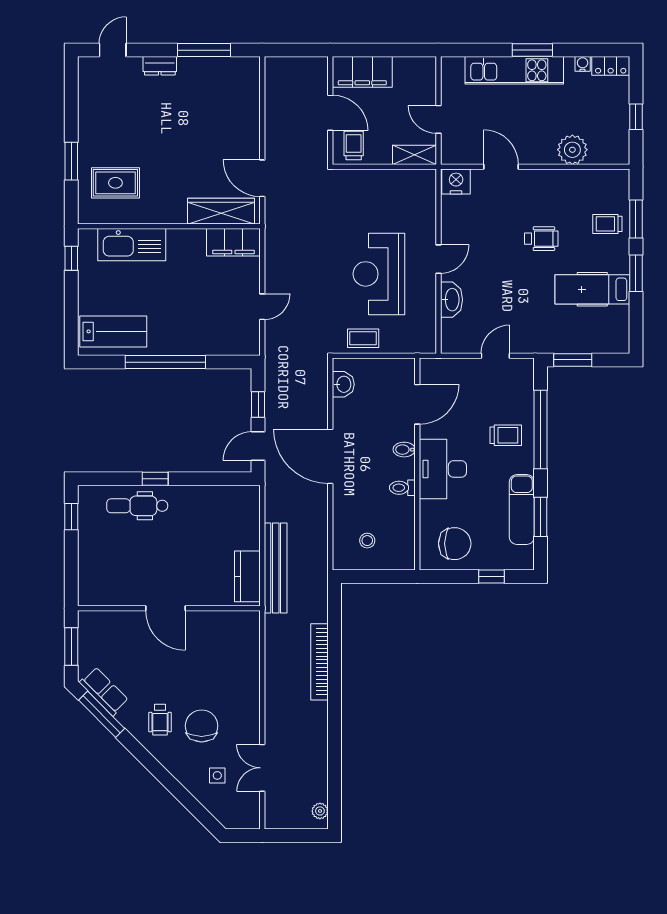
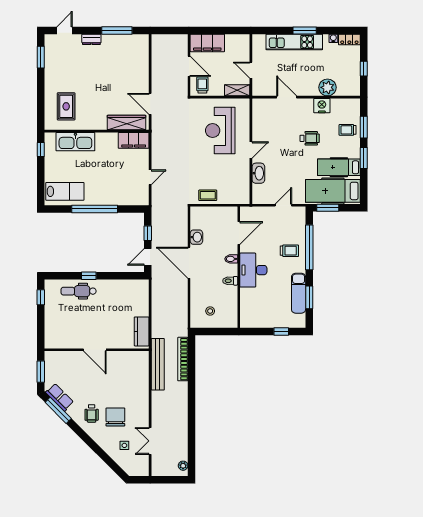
window: (71, 161) -> (41, 57), moved
nightstand: (456, 182) -> (322, 106), moved
rug: (115, 183) -> (66, 106), turned 90
reception desk: (379, 274) -> (220, 131), moved
hospital bed: (582, 331) -> (333, 191), added
washbasin: (343, 384) -> (196, 237), moved
chair: (455, 544) -> (260, 313), removed
bench: (276, 568) -> (158, 364), moved
bookcase: (319, 662) -> (183, 359), moved

